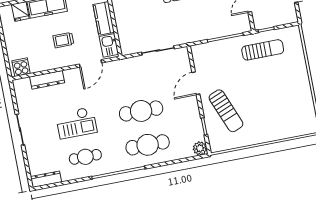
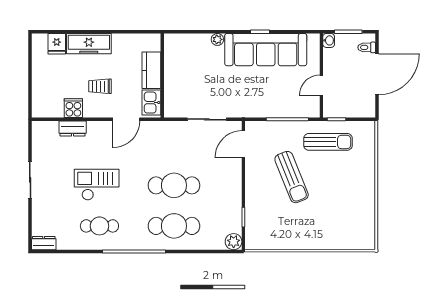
cooker: (21, 67) -> (73, 108), moved
dresser: (47, 80) -> (73, 129), width x0.70
door: (196, 83) -> (243, 144), moved
sun lounger: (226, 111) -> (292, 177), moved
checkout: (76, 123) -> (97, 185), turned 180
dresser: (46, 179) -> (44, 243), width x0.70

